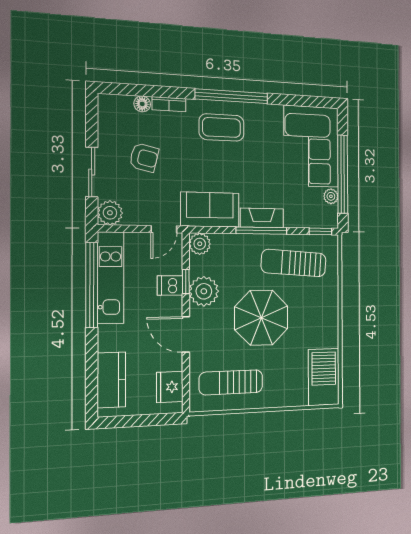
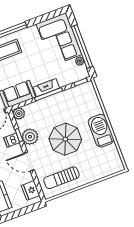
sun lounger: (294, 263) -> (72, 104), removed
barbecue: (324, 377) -> (101, 131), moved

